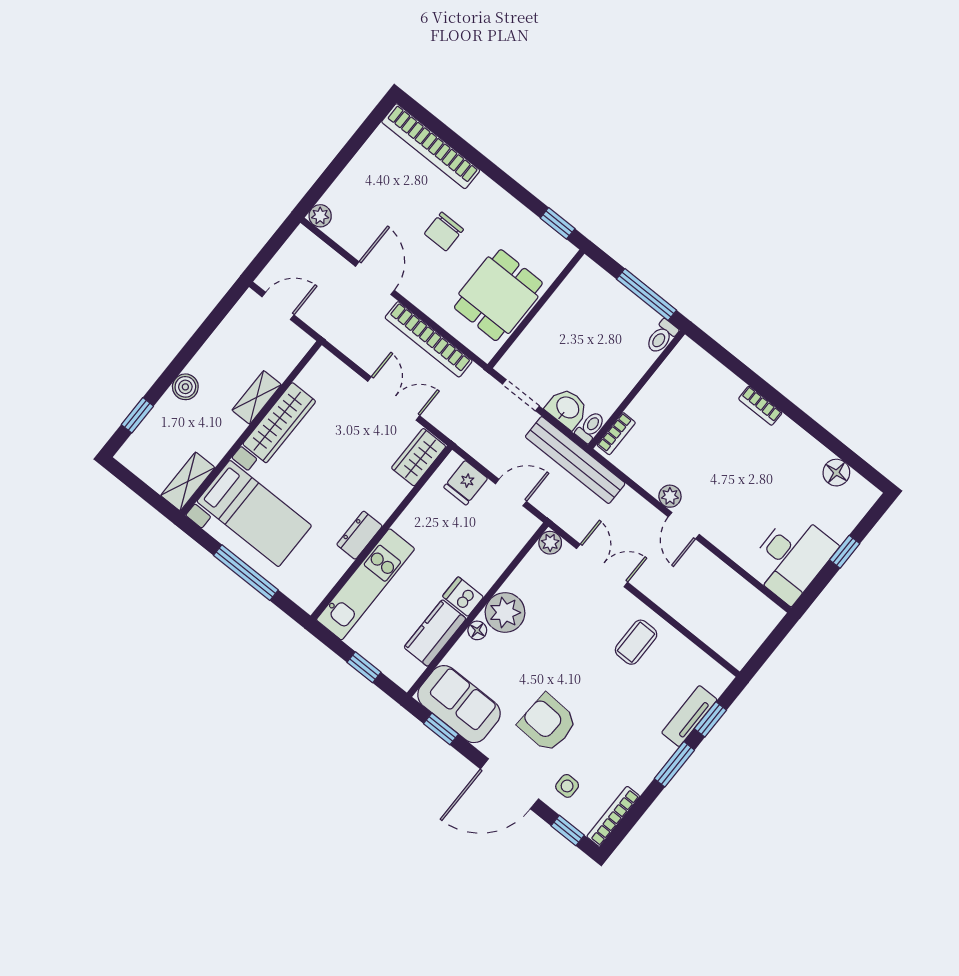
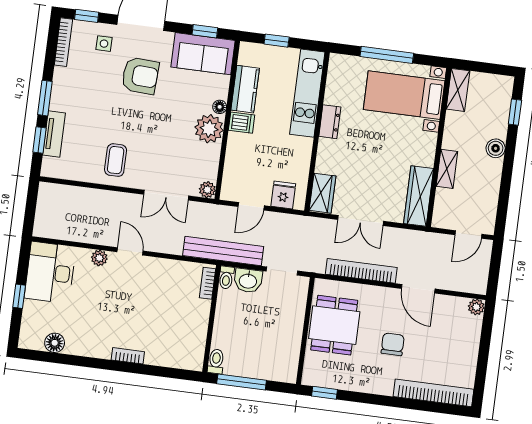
wardrobe: (279, 423) -> (419, 196), moved
plant: (670, 496) -> (99, 258), moved

